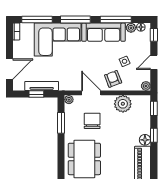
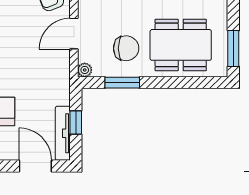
tv unit: (42, 86) -> (63, 133), moved
chair: (92, 121) -> (126, 48), moved, turned 180

